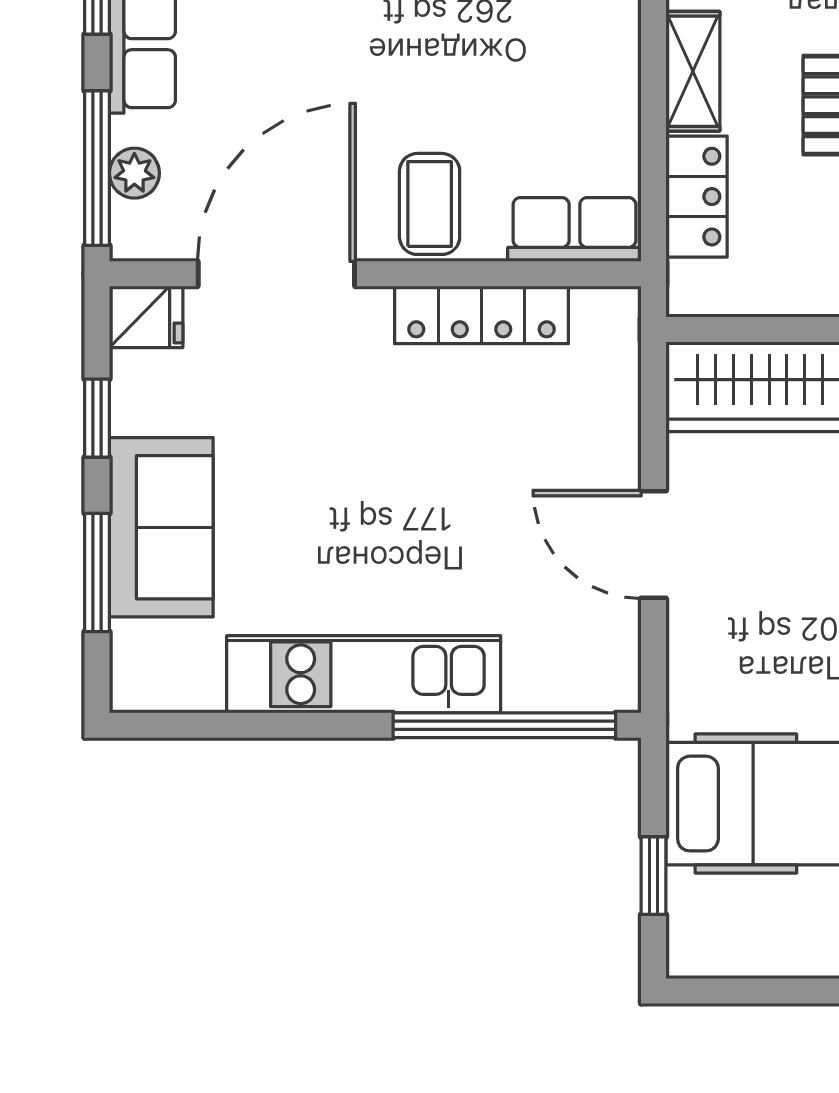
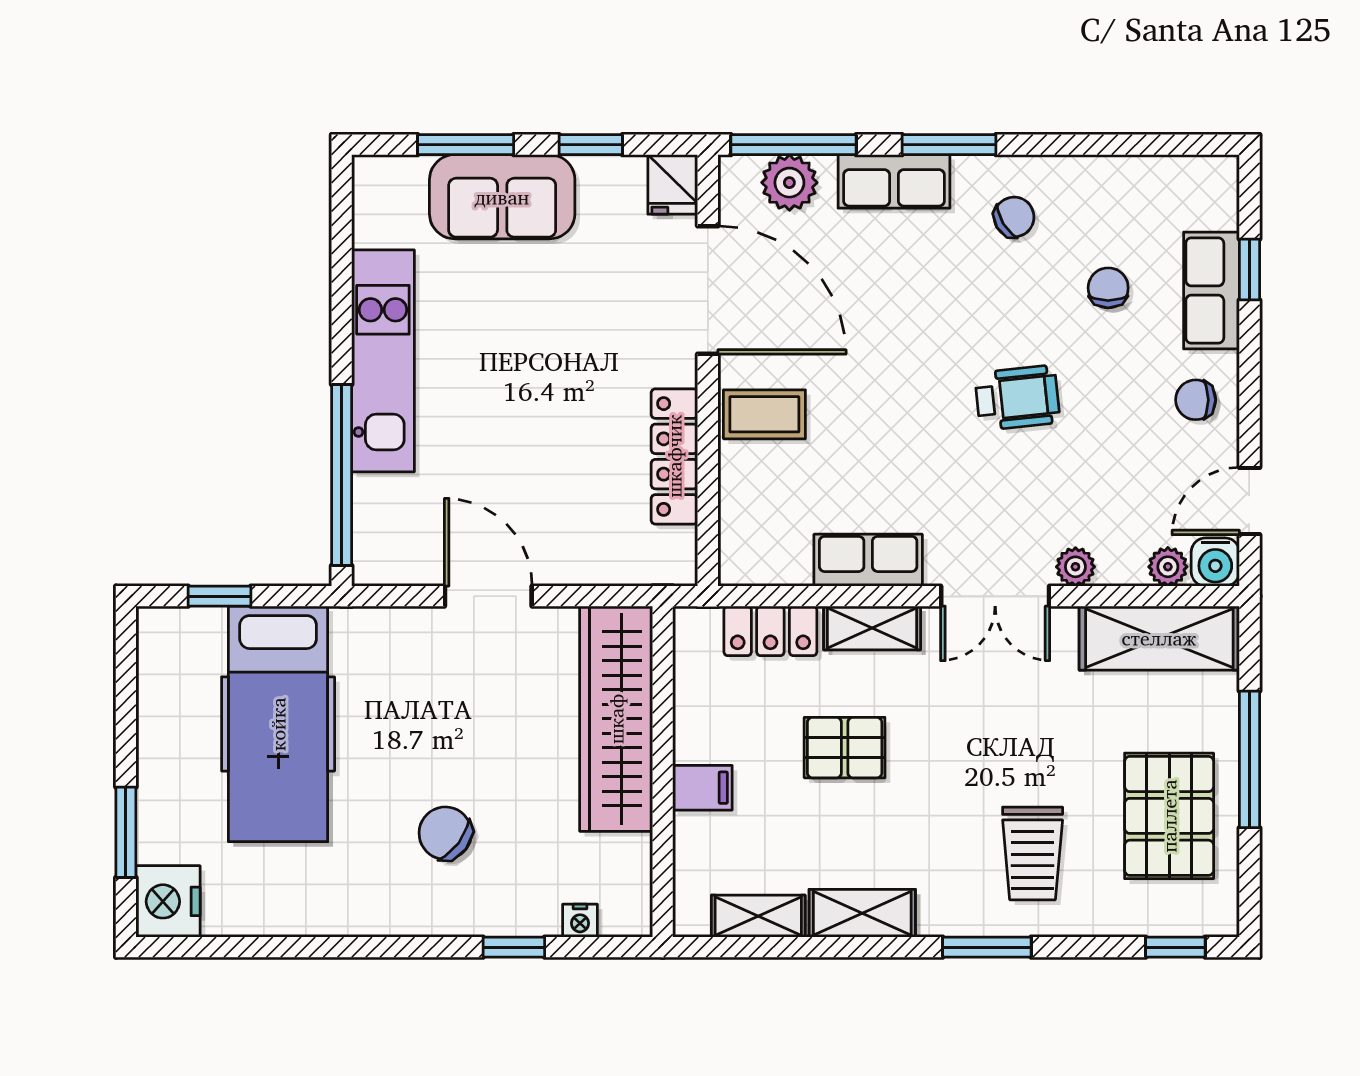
plant: (134, 173) -> (789, 183), width x1.38, depth x1.38
row of seats: (574, 230) -> (868, 560), moved, turned -90
door: (654, 544) -> (488, 596), hinge flipped

